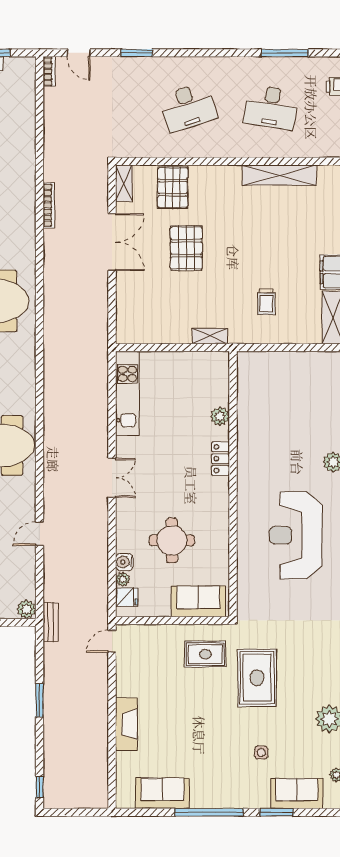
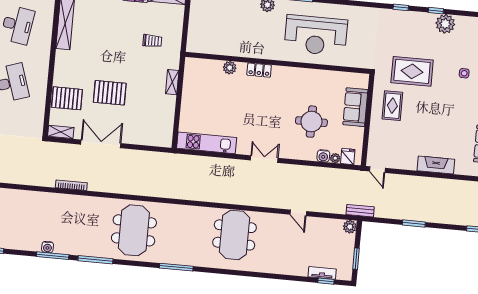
plant: (220, 416) -> (230, 68), moved
locker: (220, 459) -> (259, 70), moved
wall: (233, 484) -> (277, 63), moved

